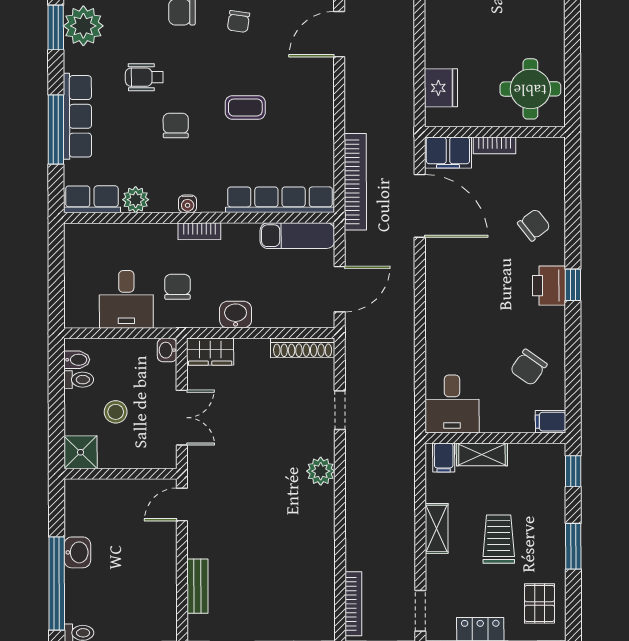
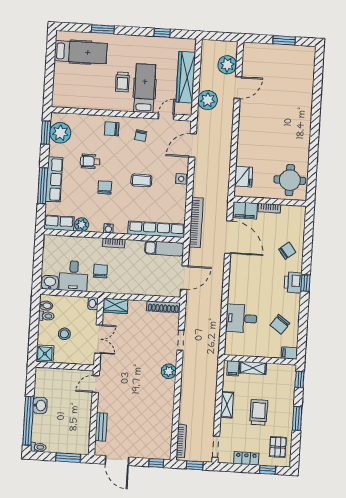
side table: (321, 100) -> (181, 179), added
washbasin: (236, 315) -> (50, 283), moved
desk: (452, 404) -> (241, 318), moved, turned 90

